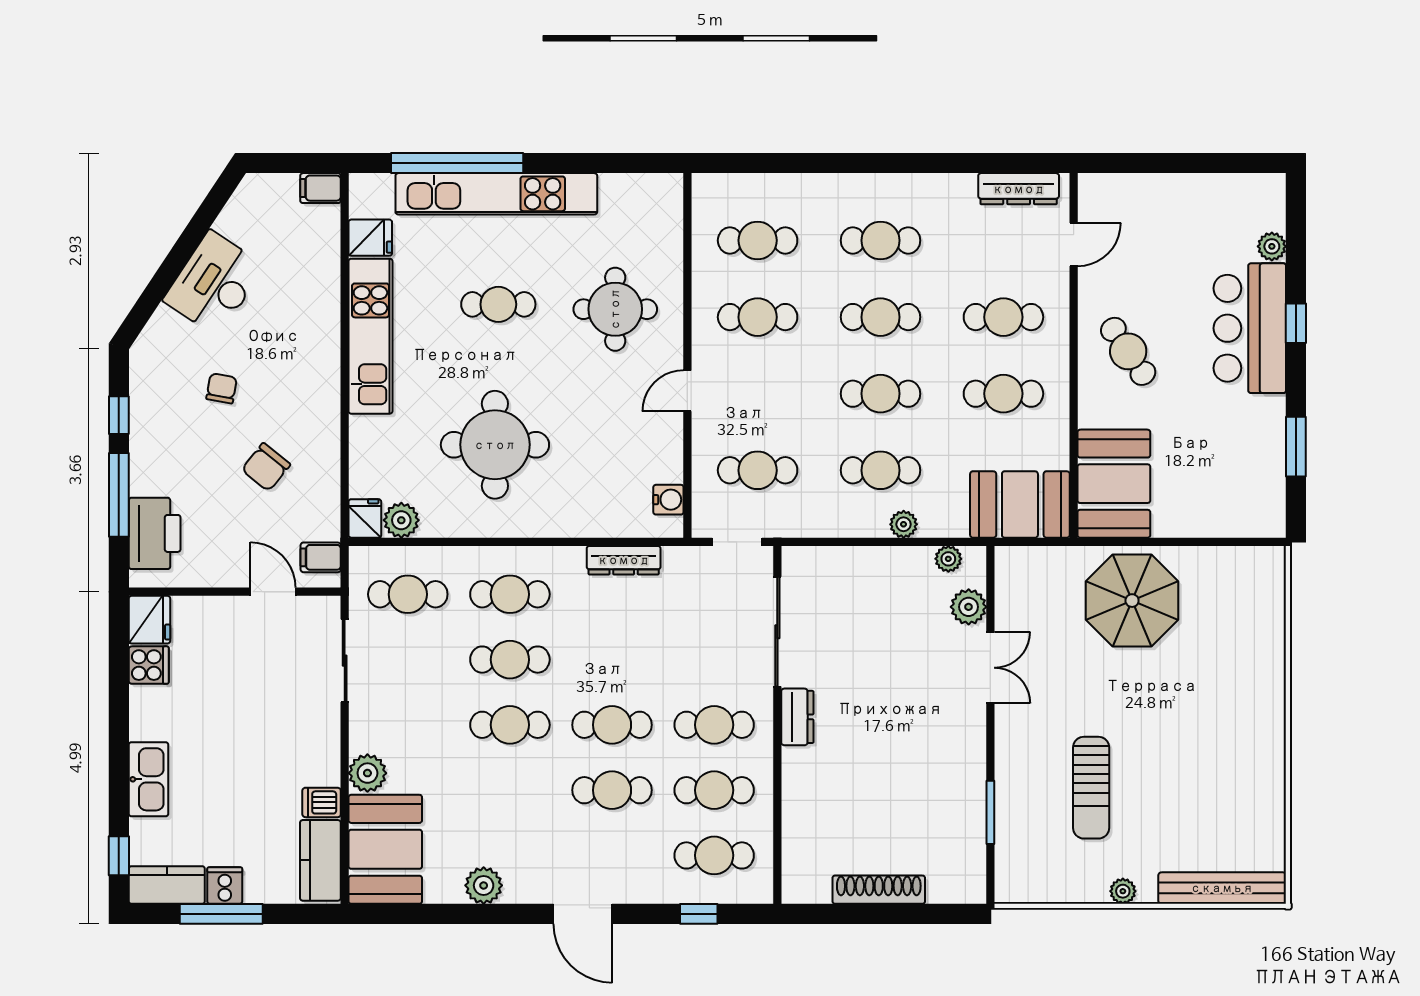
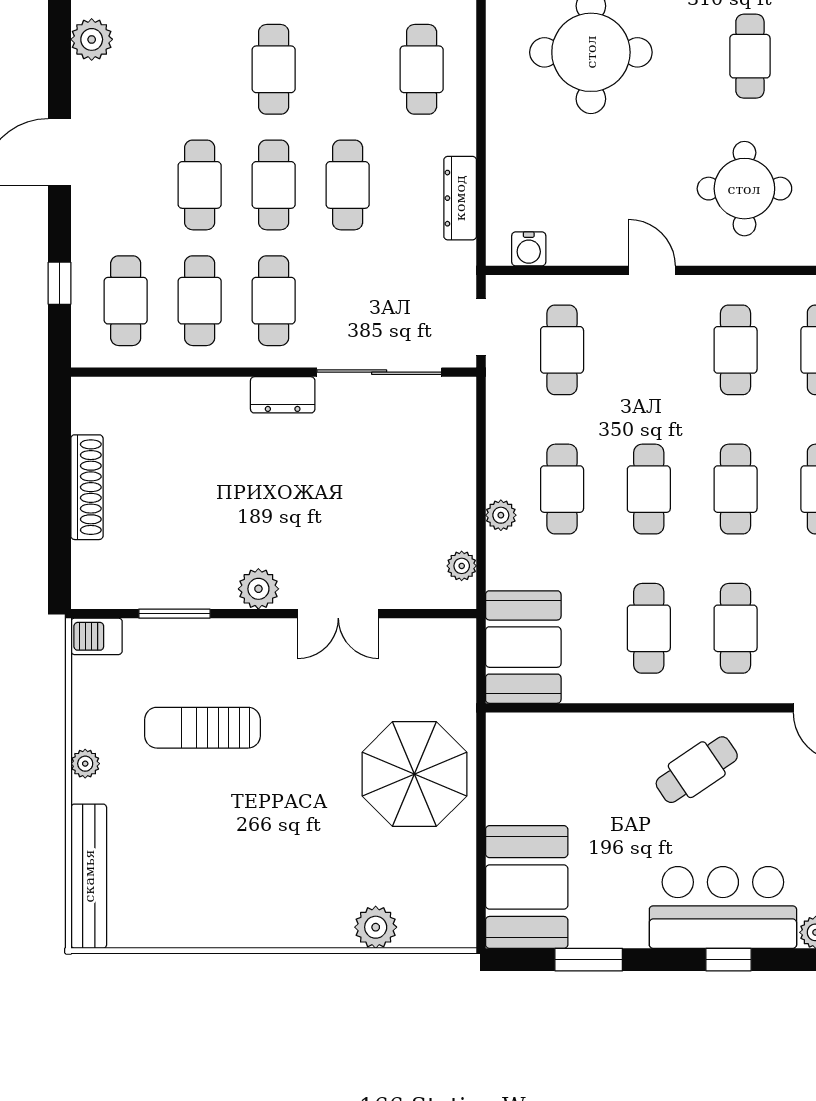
booth: (1114, 484) -> (527, 887), moved, turned 90
plant: (969, 607) -> (258, 589), moved
plant: (1267, 635) -> (376, 927), added
cafe table: (510, 660) -> (348, 185), moved
barbecue: (1010, 881) -> (96, 636), added

